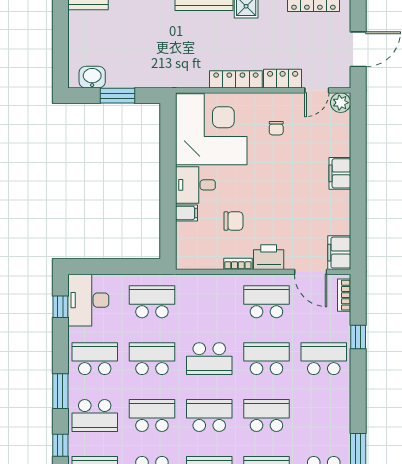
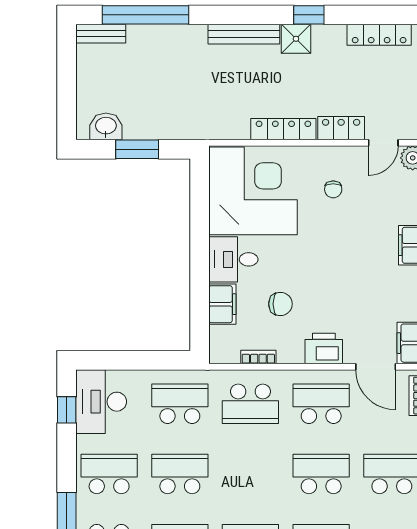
filing cabinet: (187, 213) -> (222, 304), width x2.00
bookcase: (238, 264) -> (258, 357), moved
school desk: (209, 359) -> (250, 404), moved

